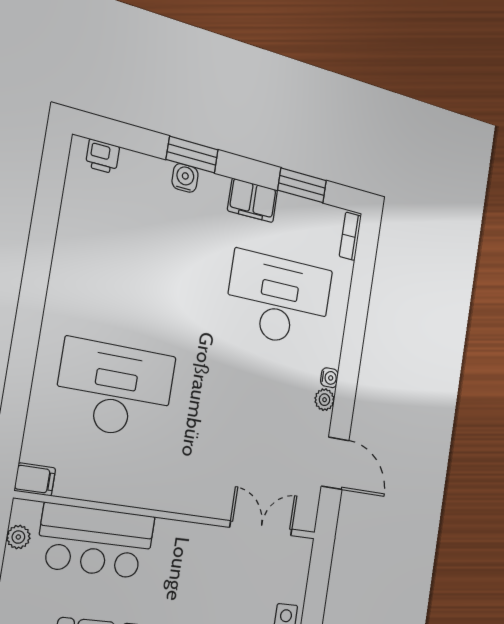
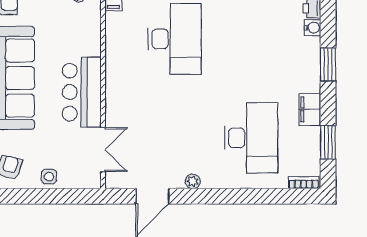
water cooler: (185, 178) -> (312, 28), moved
water cooler: (329, 378) -> (208, 183), removed
bar counter: (96, 541) -> (82, 92), moved

